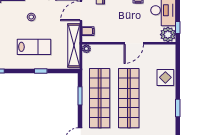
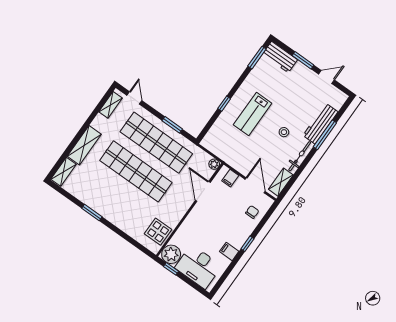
door: (134, 43) -> (203, 191), moved
shelving: (74, 45) -> (226, 154), removed
display table: (165, 77) -> (158, 232), moved

